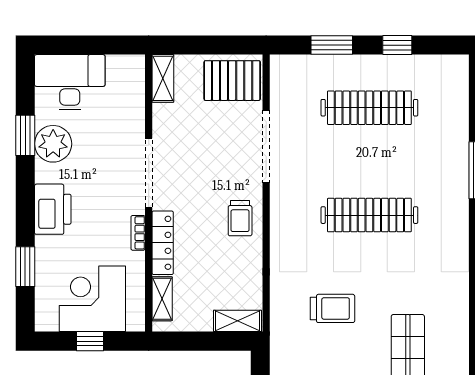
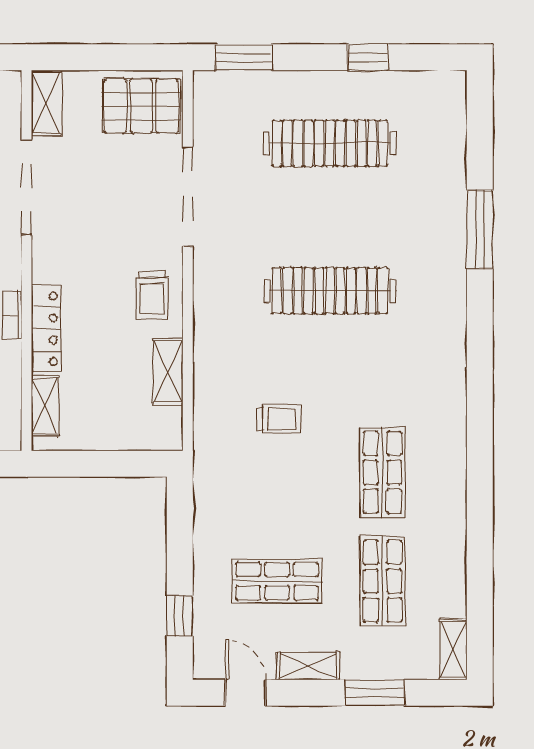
window: (332, 45) -> (244, 57), moved
doorway: (149, 173) -> (27, 187), moved
trolley: (332, 308) -> (279, 419), width x0.73, depth x0.72
shelving: (237, 321) -> (168, 371), moved, turned 90

